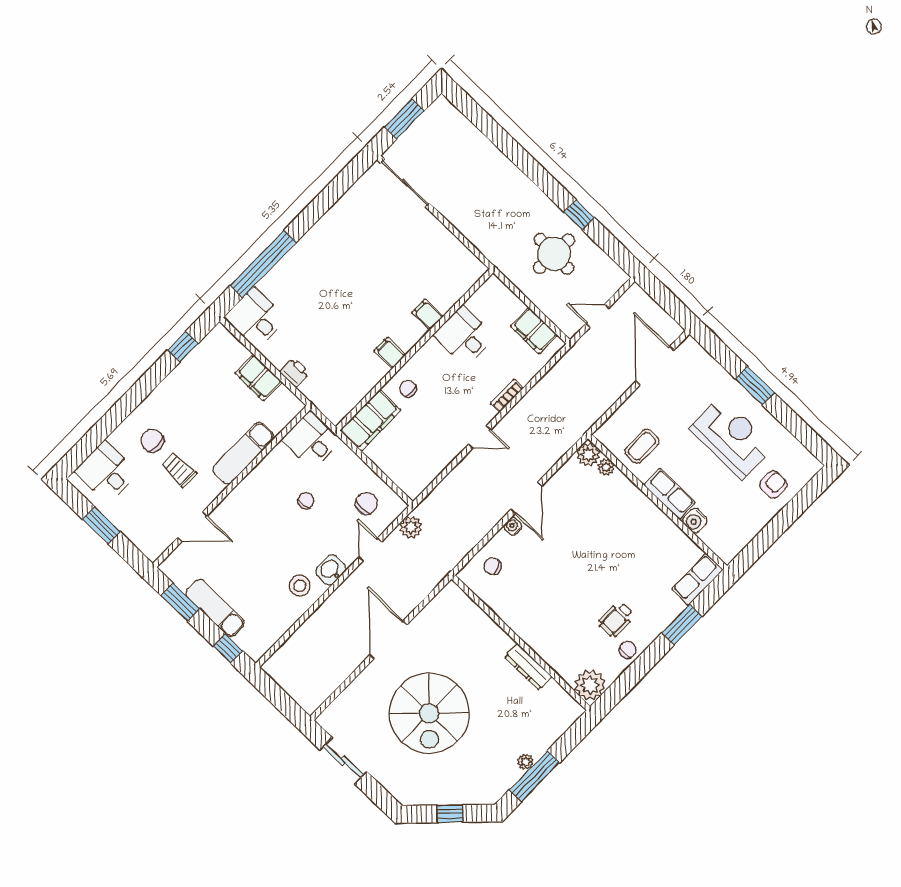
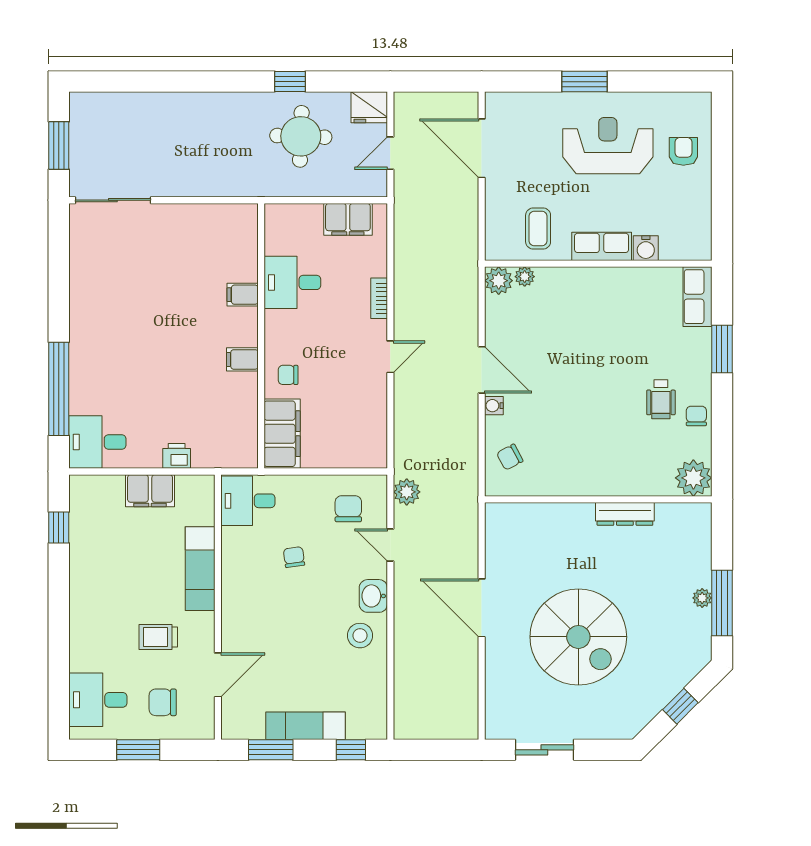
fridge: (612, 276) -> (369, 107), added
chair: (152, 441) -> (163, 702), moved

